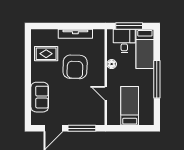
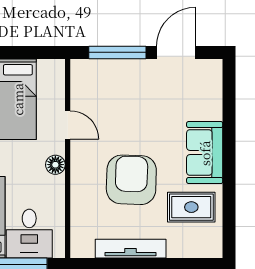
floor lamp: (112, 64) -> (55, 165), moved
sofa: (40, 97) -> (205, 153), moved

